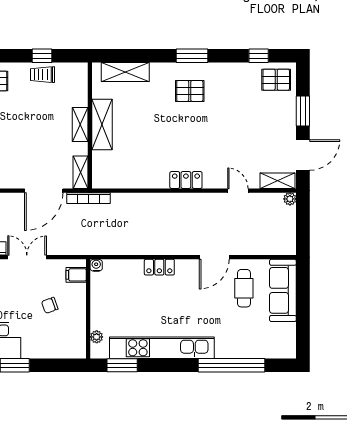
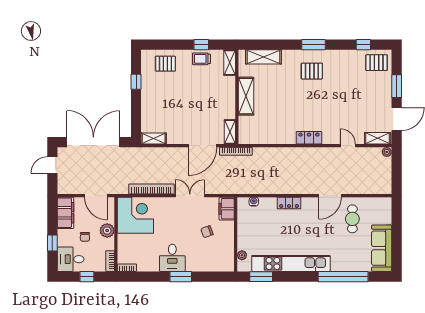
shelving: (80, 125) -> (230, 63), moved
water cooler: (96, 265) -> (254, 202), moved
filing cabinet: (76, 275) -> (227, 209), width x2.00
sofa: (283, 290) -> (382, 248), moved

